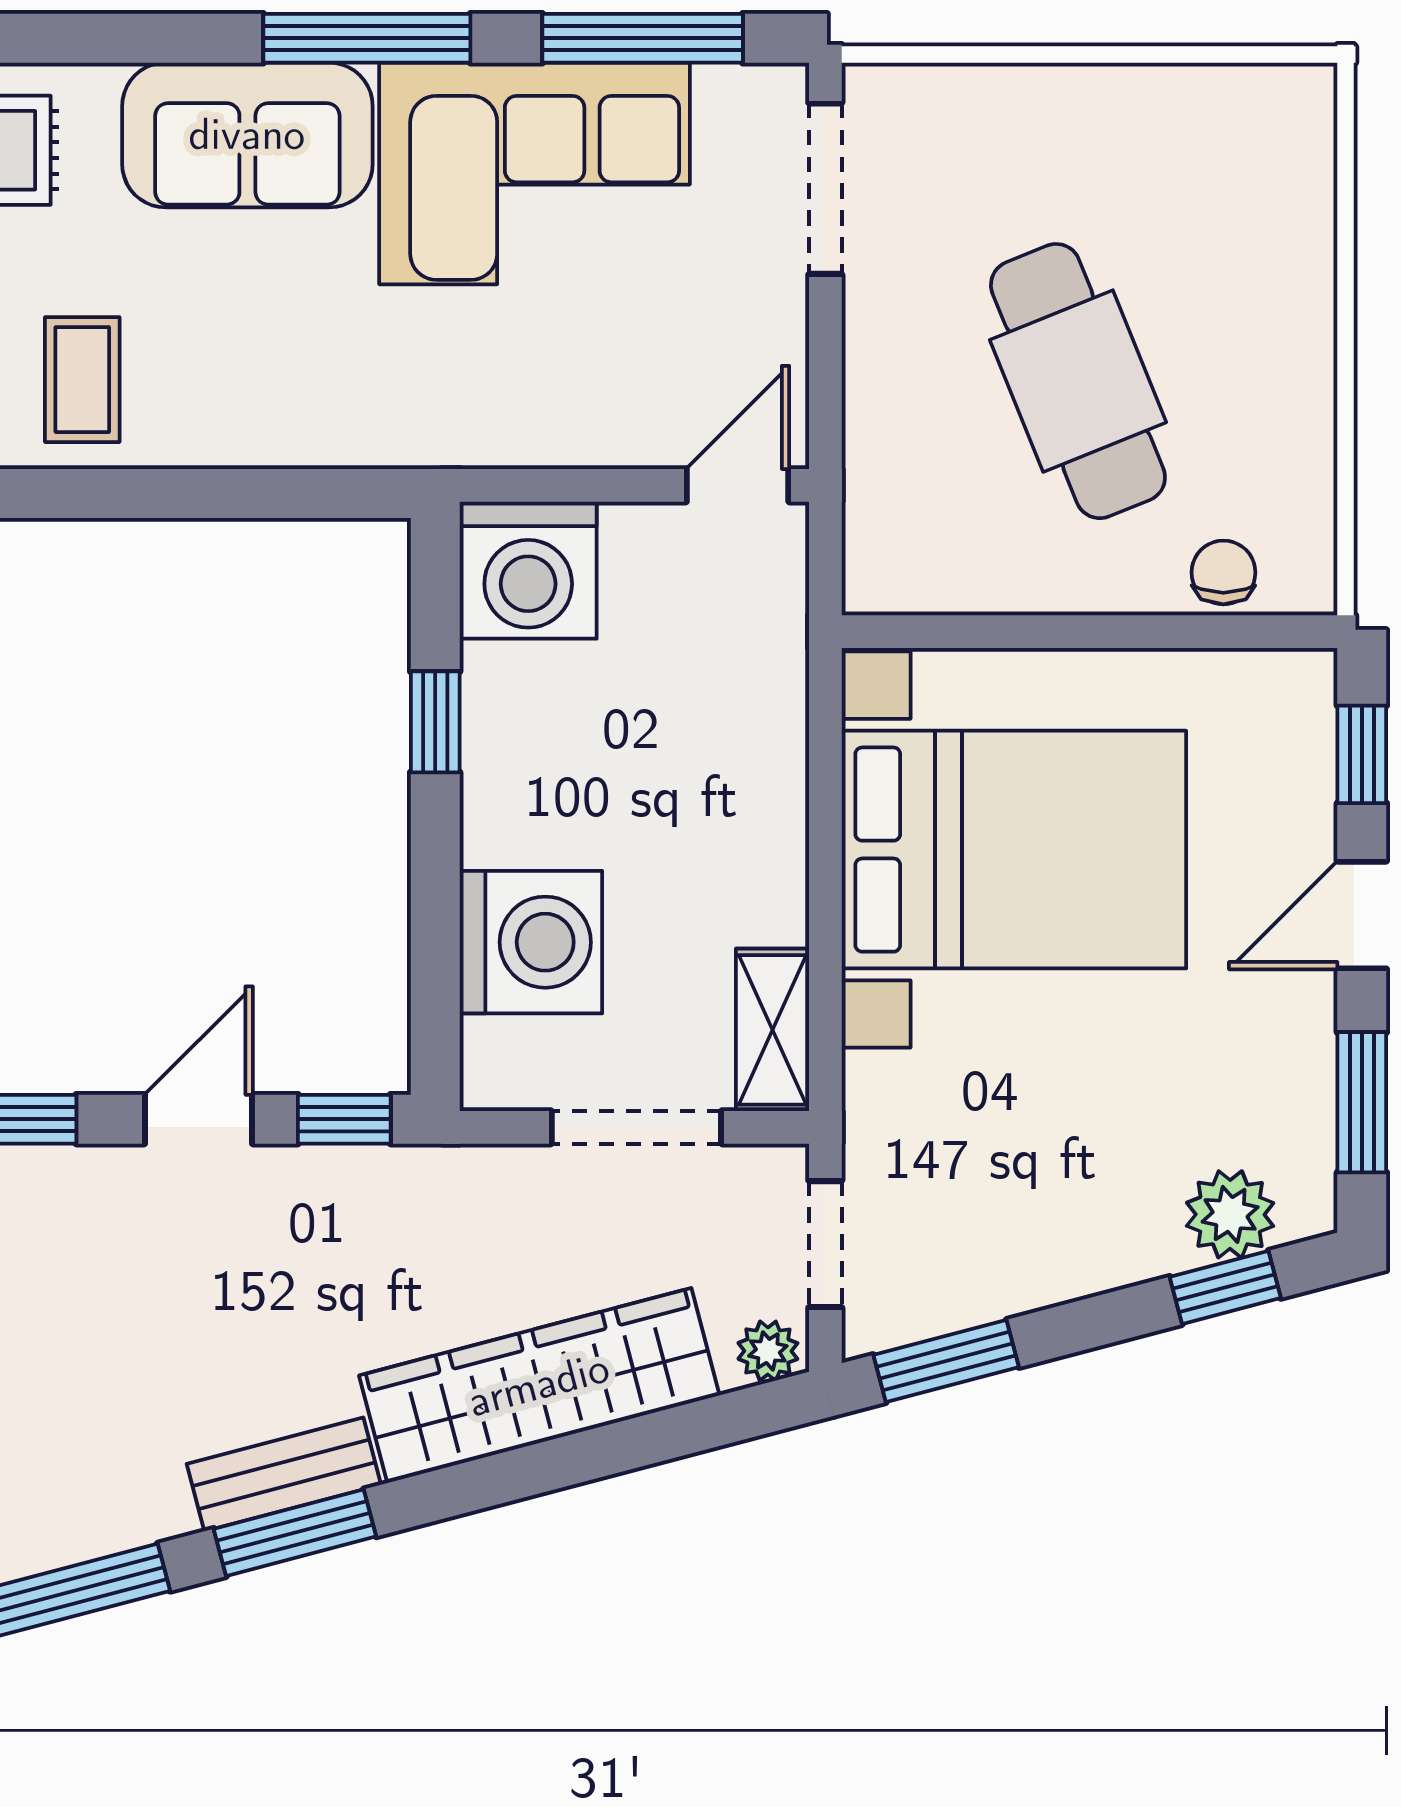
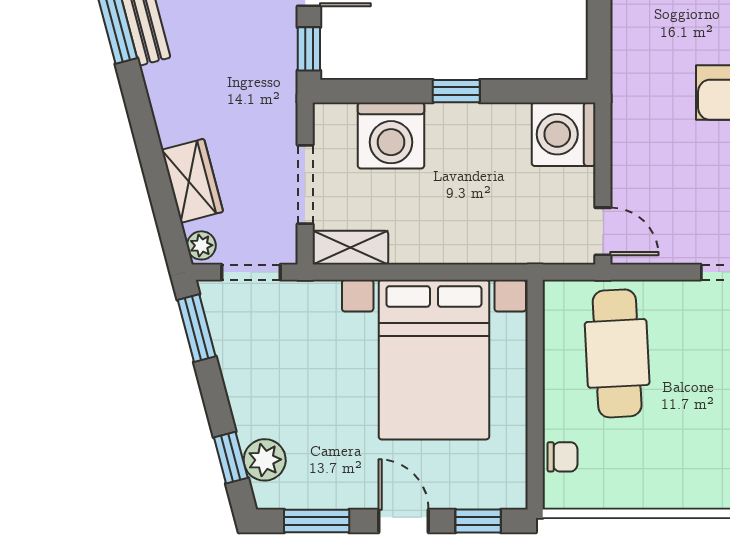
cafe table: (1078, 381) -> (617, 353), moved, turned -71
window: (435, 722) -> (456, 91), moved
wardrobe: (539, 1385) -> (192, 181), width x0.48, depth x0.85

